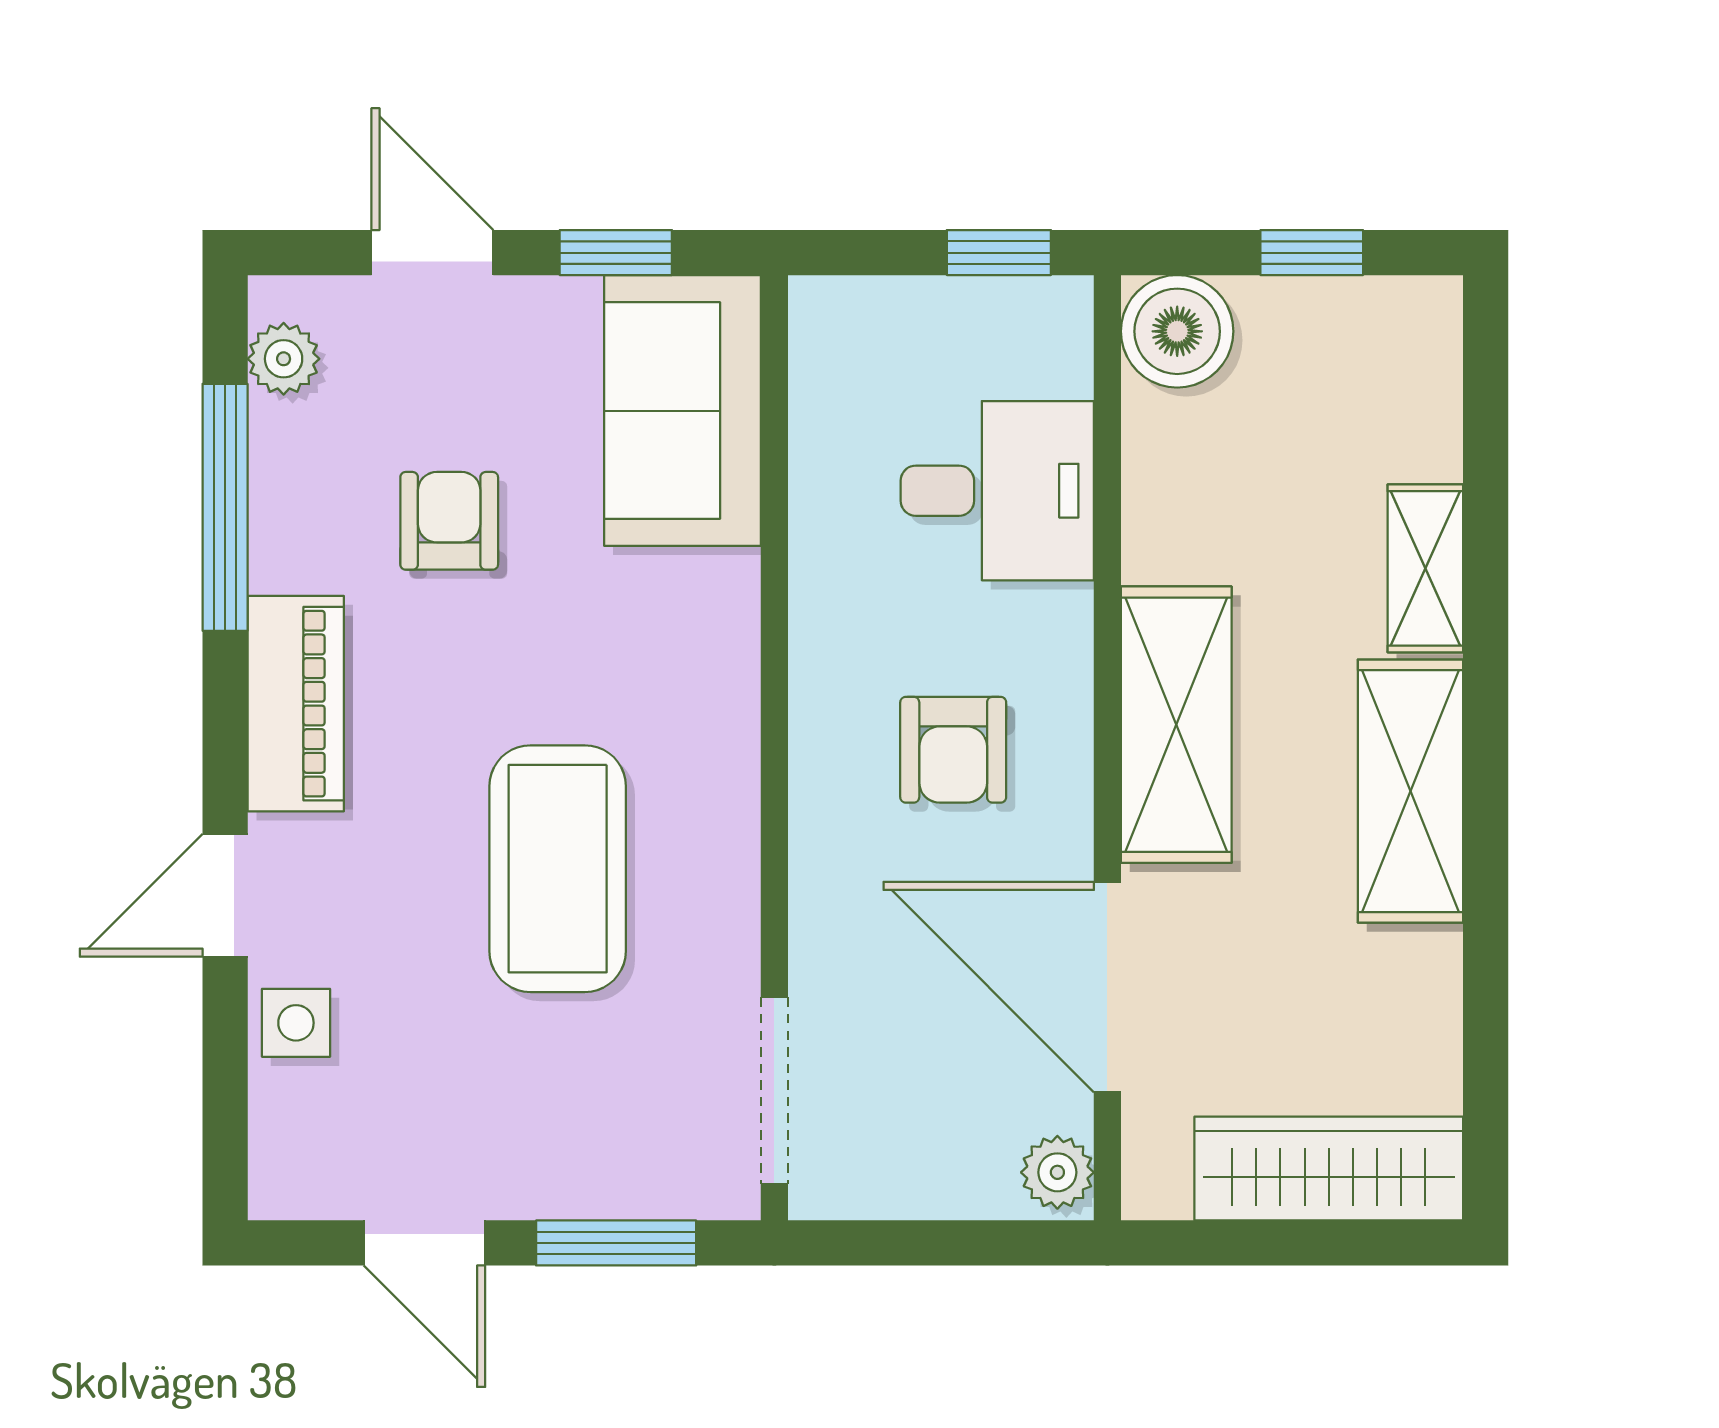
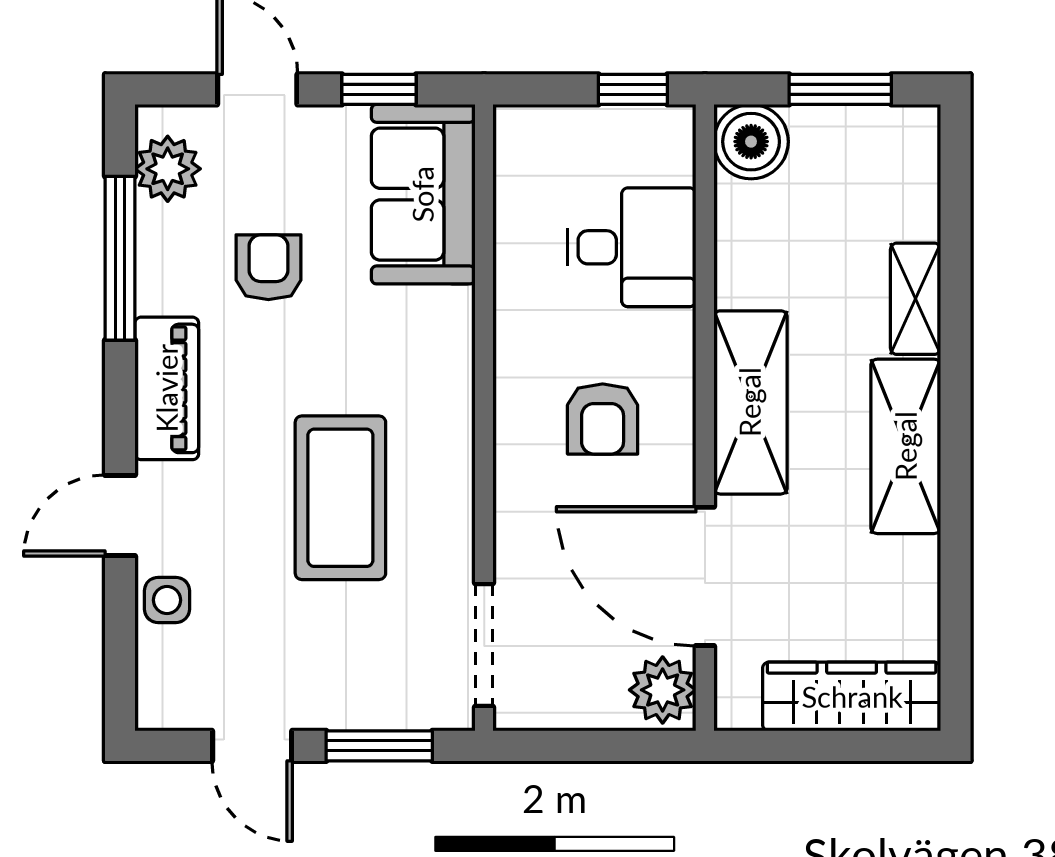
window: (1312, 253) -> (840, 89), width x1.50
plant: (284, 359) -> (168, 169), width x1.38, depth x1.38
plant: (1057, 1172) -> (663, 690), width x1.38, depth x1.38

